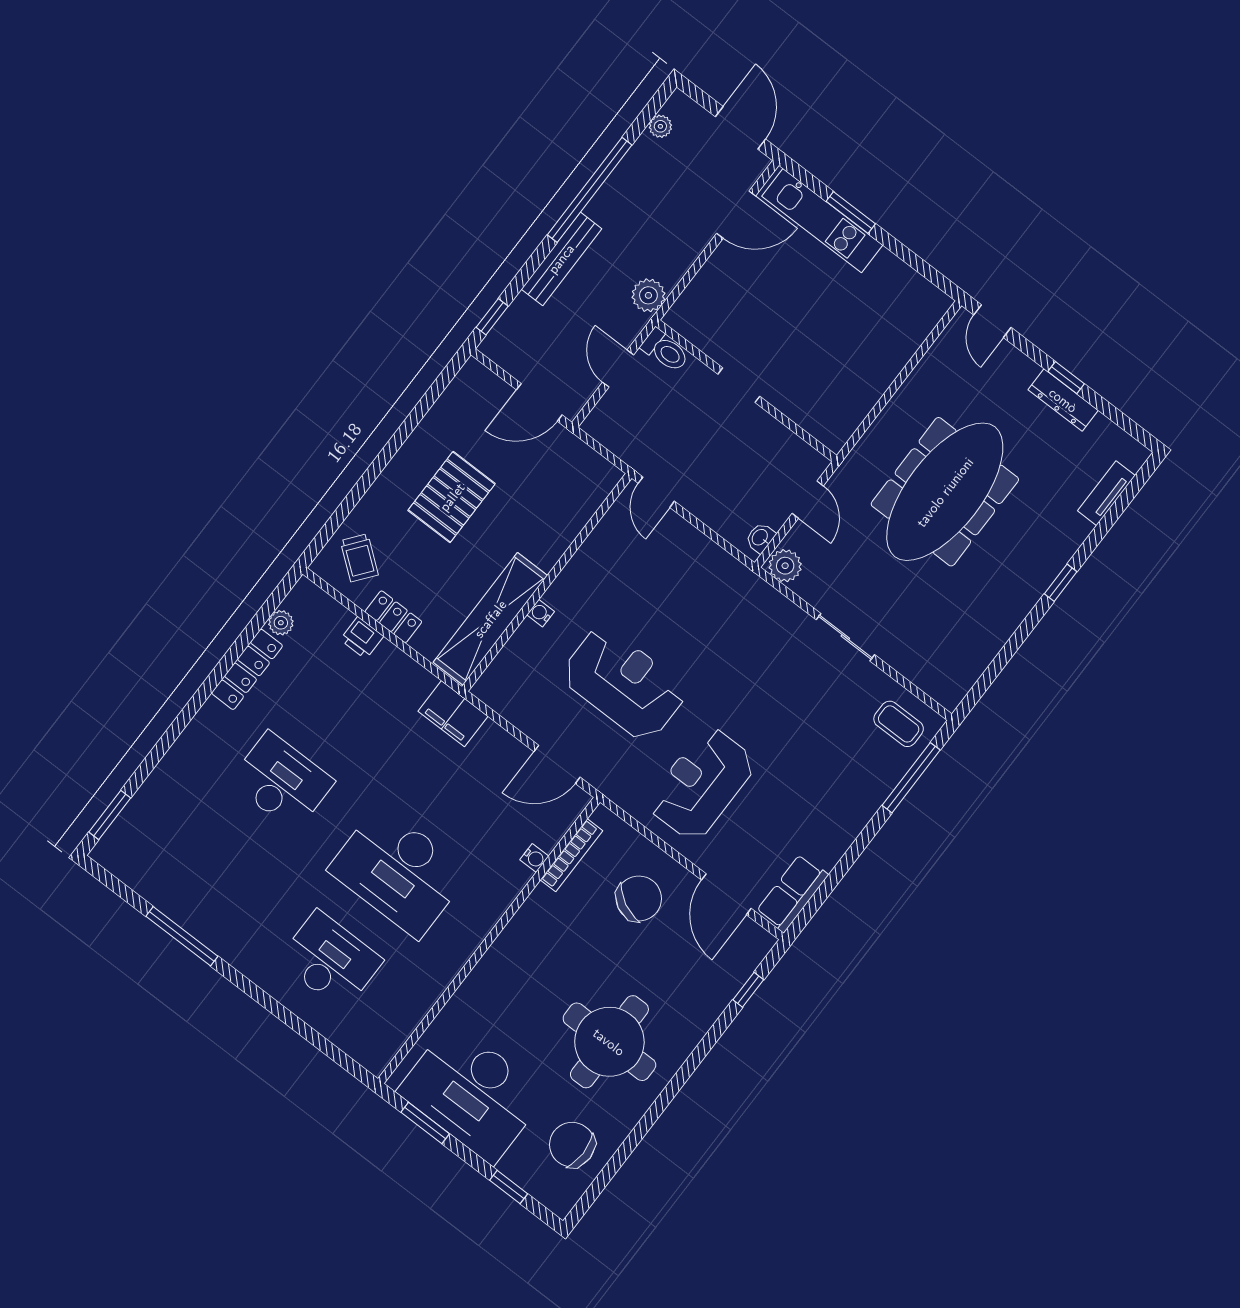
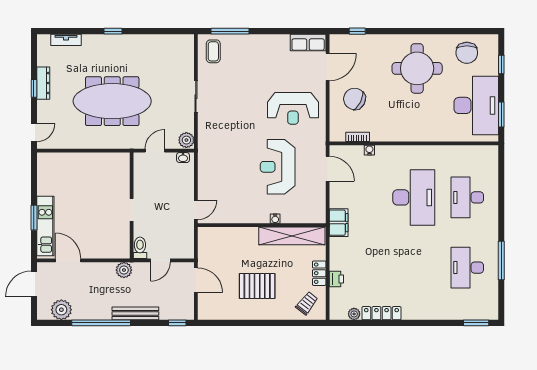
plant: (660, 126) -> (61, 310), width x1.88, depth x1.88
desk: (282, 782) -> (467, 268), moved
bookcase: (571, 855) -> (358, 137), width x0.64

